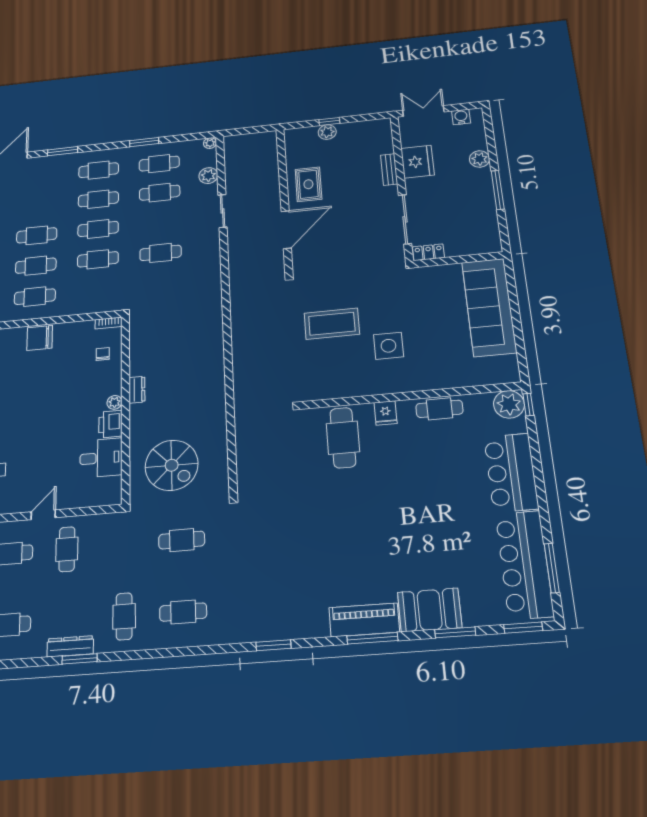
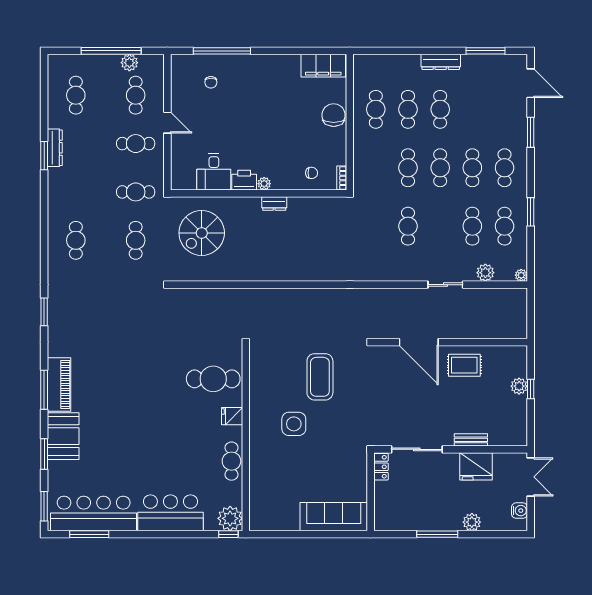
sofa: (489, 307) -> (334, 517), width x0.74, depth x0.79
cafe table: (124, 616) -> (136, 192), moved

